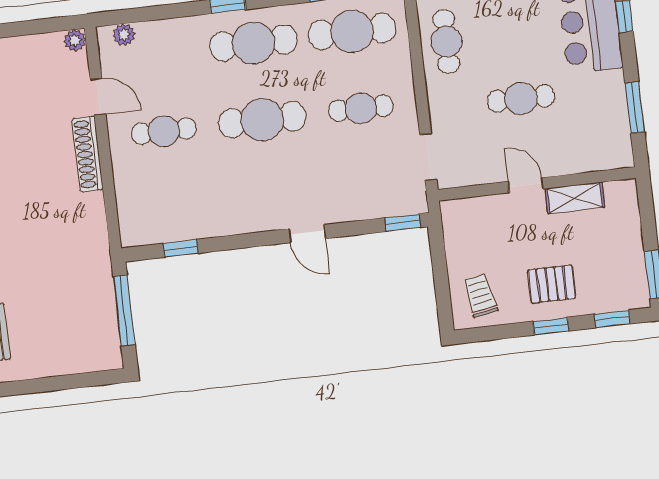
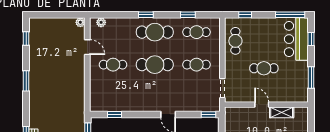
cafe table: (352, 31) -> (197, 32), width x0.73, depth x0.74
shoe rack: (88, 154) -> (80, 71), removed

